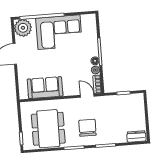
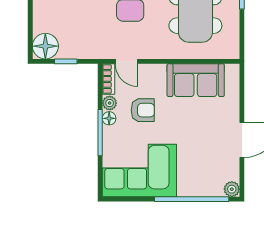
plant: (23, 28) -> (232, 189), width x0.53, depth x0.53
corner sofa: (59, 32) -> (139, 171), moved
armchair: (75, 67) -> (143, 110), added
floor lamp: (136, 101) -> (45, 46), added

